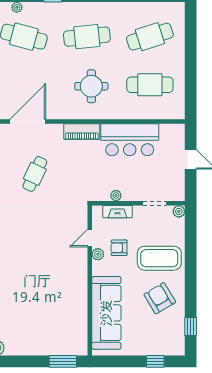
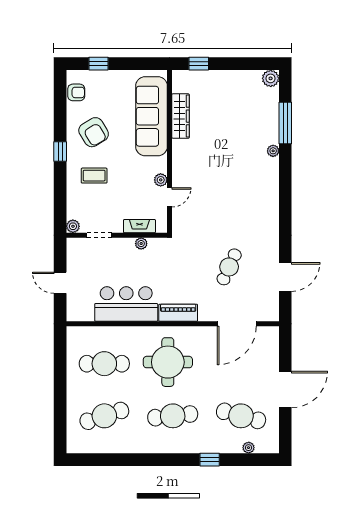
round table: (91, 86) -> (168, 362), width x1.36, depth x1.36
armchair: (119, 248) -> (76, 92), moved
coffee table: (159, 258) -> (94, 176), width x0.54, depth x0.58
wardrobe: (80, 313) -> (181, 116), added
window: (191, 327) -> (60, 152), moved
window: (63, 361) -> (199, 64), width x0.67

